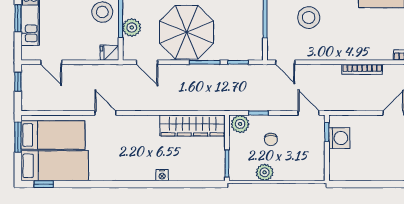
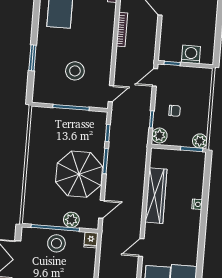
wardrobe: (192, 125) -> (156, 196), moved
washing machine: (339, 138) -> (191, 54), moved
plant: (265, 172) -> (200, 141), moved

